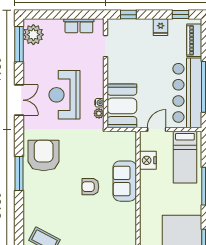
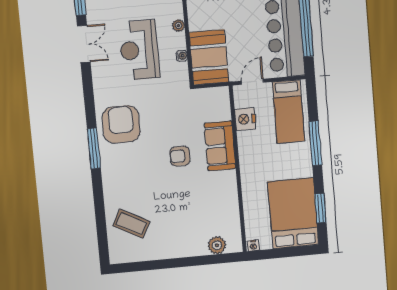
double door: (19, 100) -> (84, 44), moved
plant: (99, 113) -> (178, 26), moved

